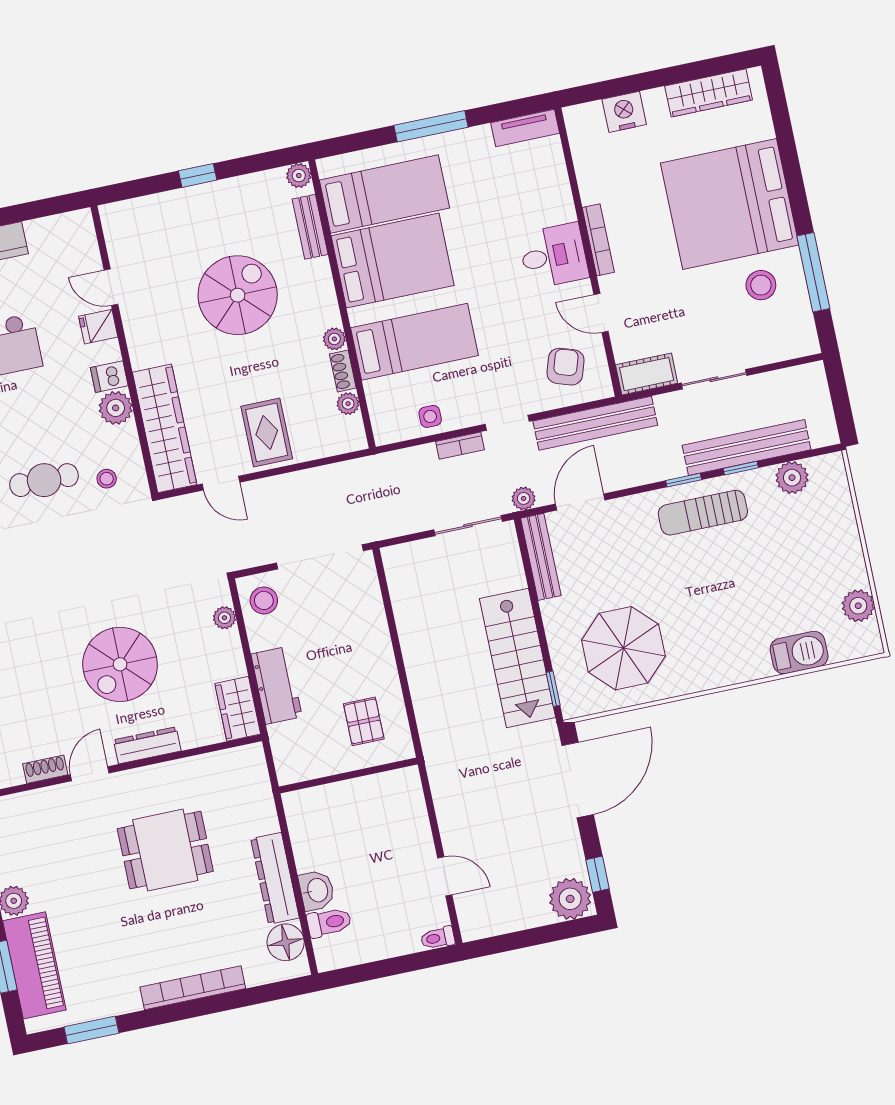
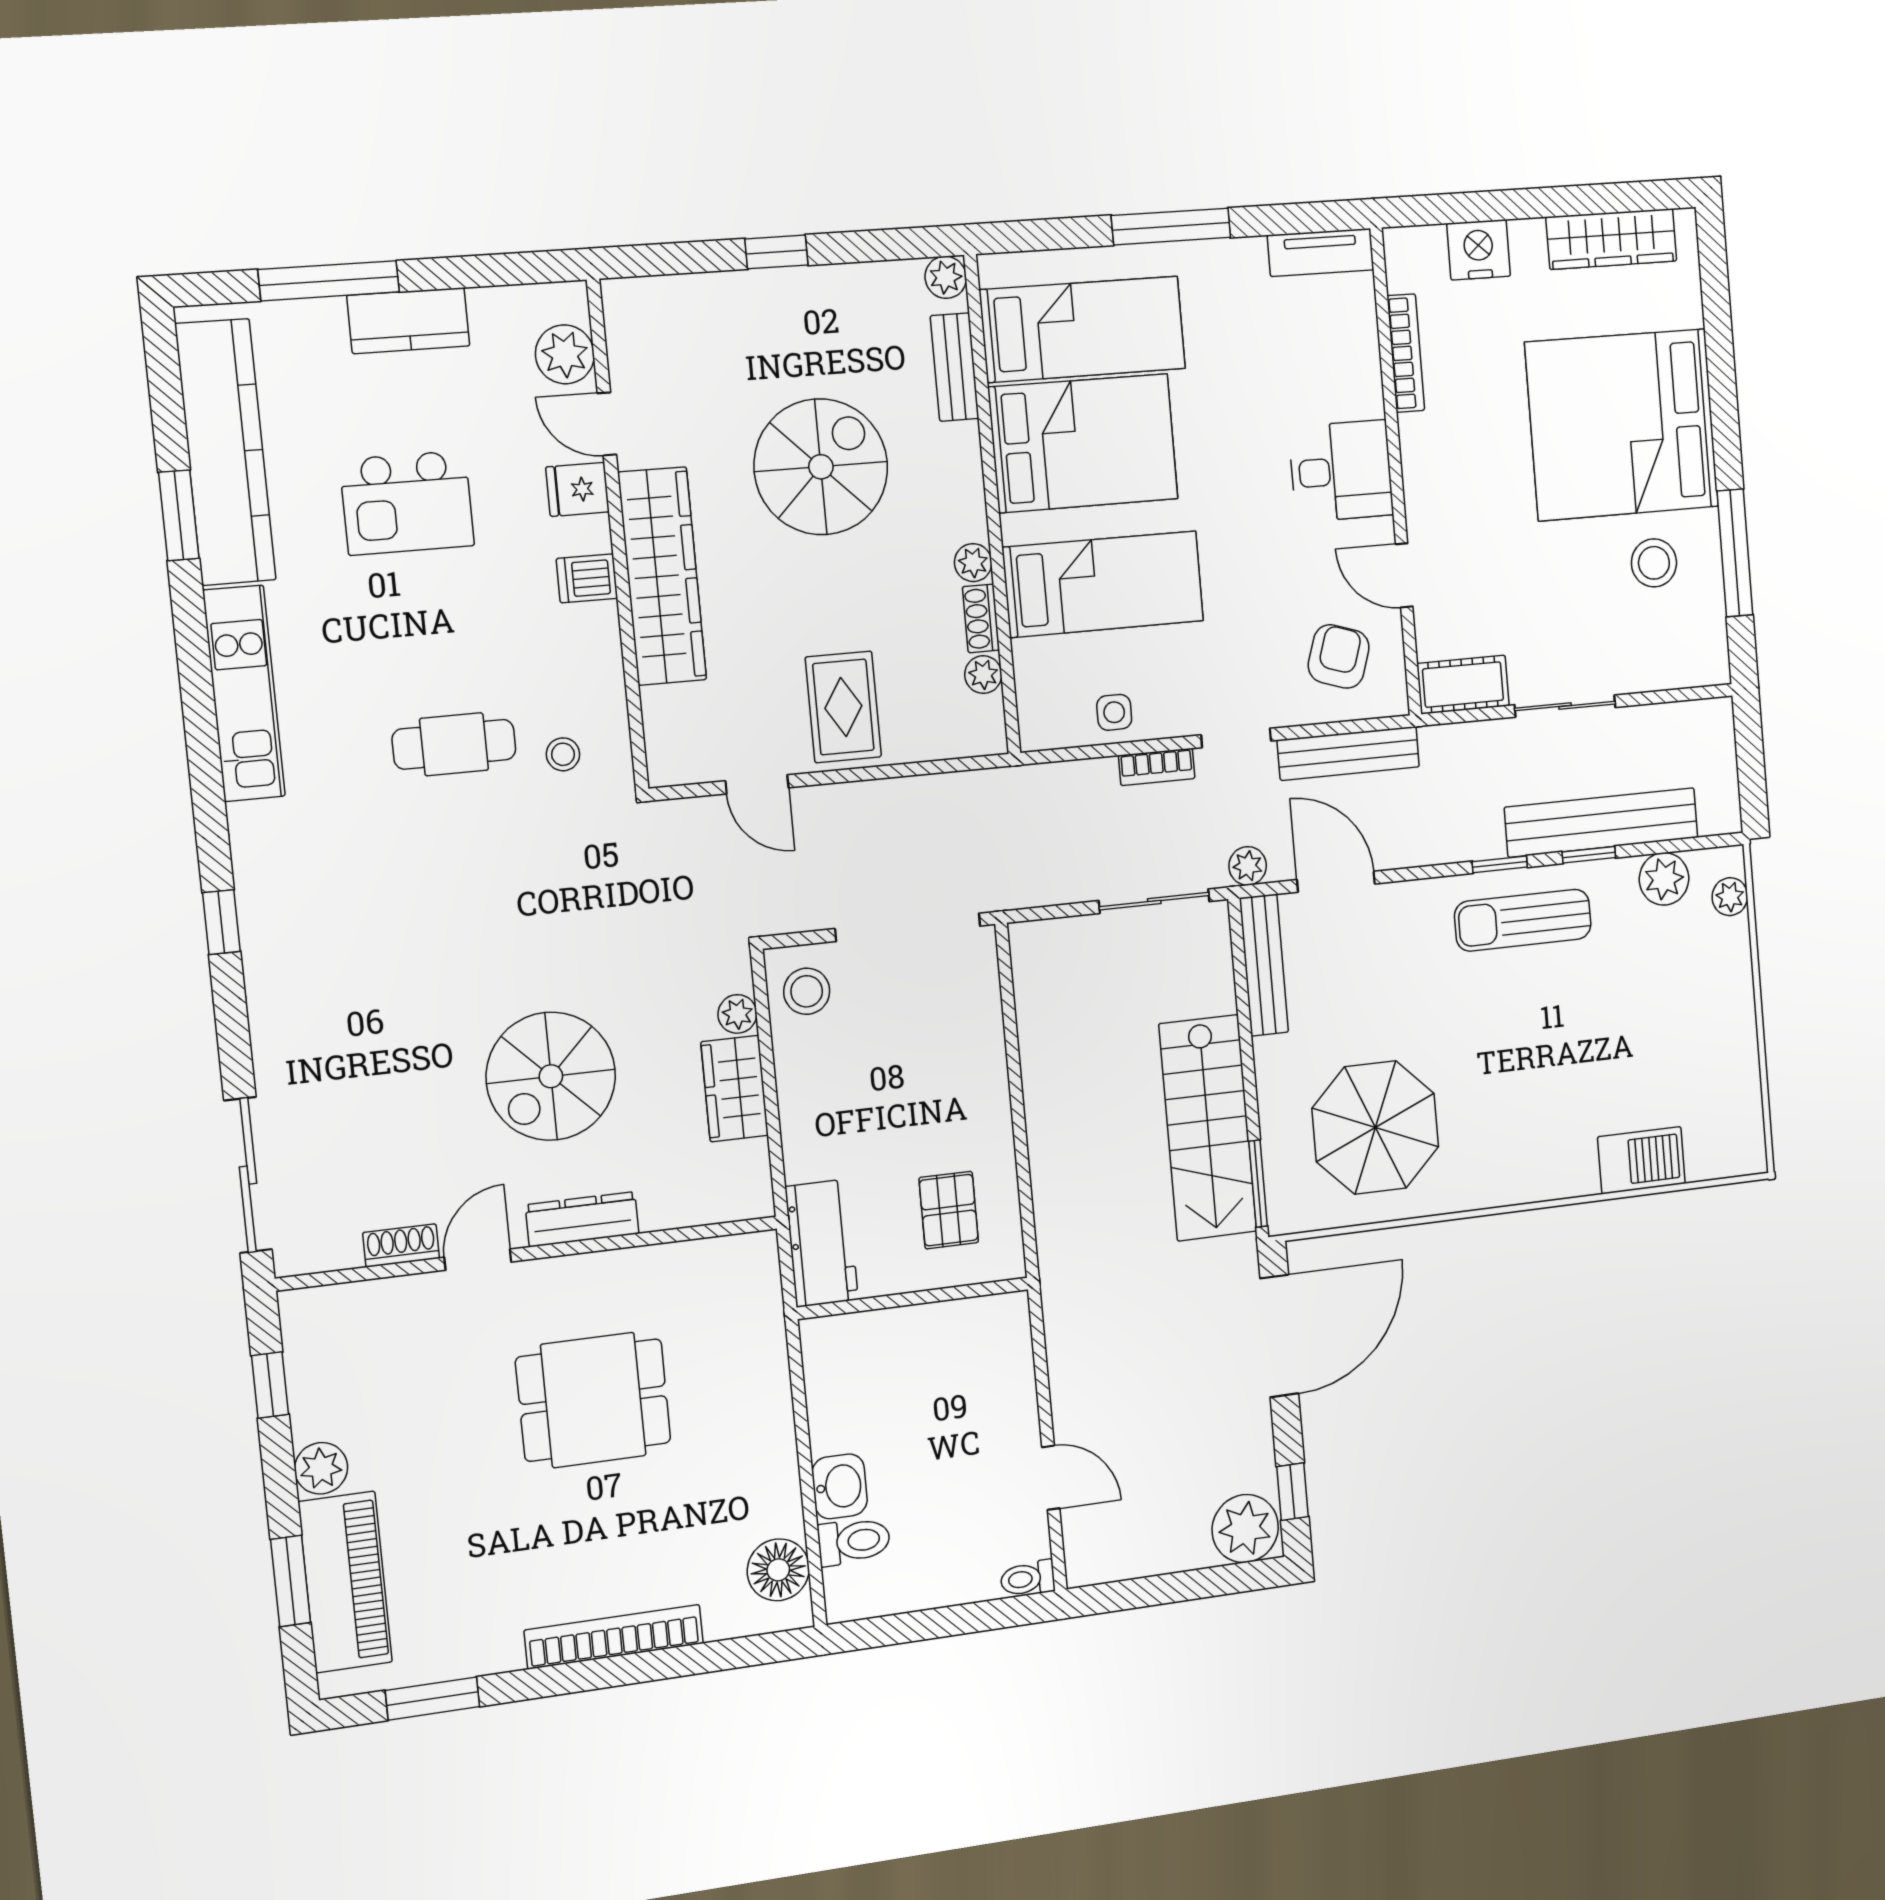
bookcase: (598, 240) -> (1406, 353), moved
plant: (116, 408) -> (565, 354), moved
bench: (595, 423) -> (1348, 753), width x0.73, depth x0.82
wardrobe: (165, 428) -> (662, 576), moved
door: (580, 502) -> (1336, 882), hinge flipped
plant: (858, 606) -> (1730, 897), moved, width x0.73, depth x0.73
workbench: (277, 685) -> (822, 1243), moved
window: (553, 689) -> (1258, 1184), width x1.50
wardrobe: (238, 709) -> (735, 1089), moved
dresser: (275, 878) -> (773, 1461), removed

